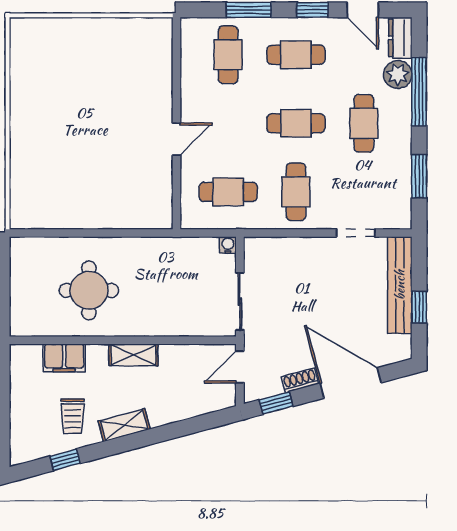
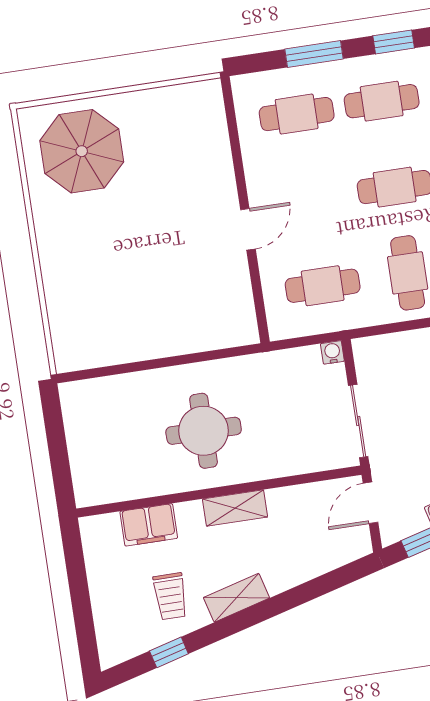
cafe table: (228, 55) -> (297, 114), turned 90
parasol: (56, 58) -> (82, 151), added
round table: (89, 290) -> (204, 431), moved

